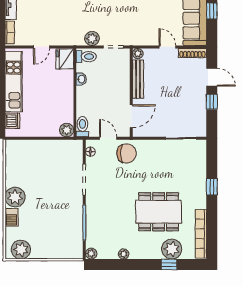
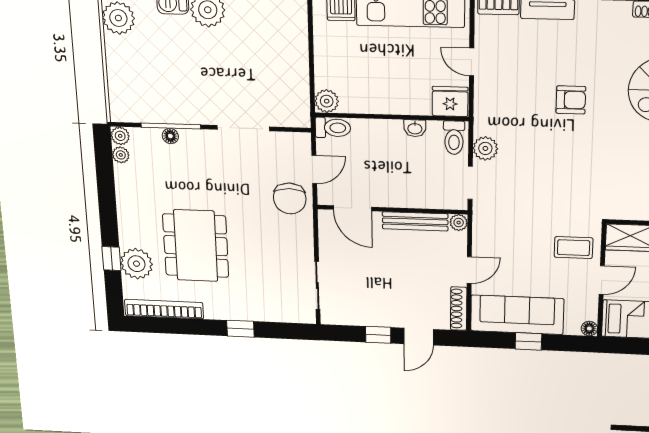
floor lamp: (90, 152) -> (170, 136), moved
plant: (124, 254) -> (121, 155), moved

